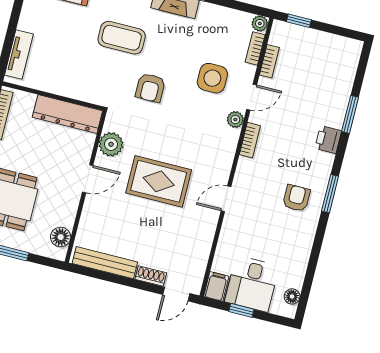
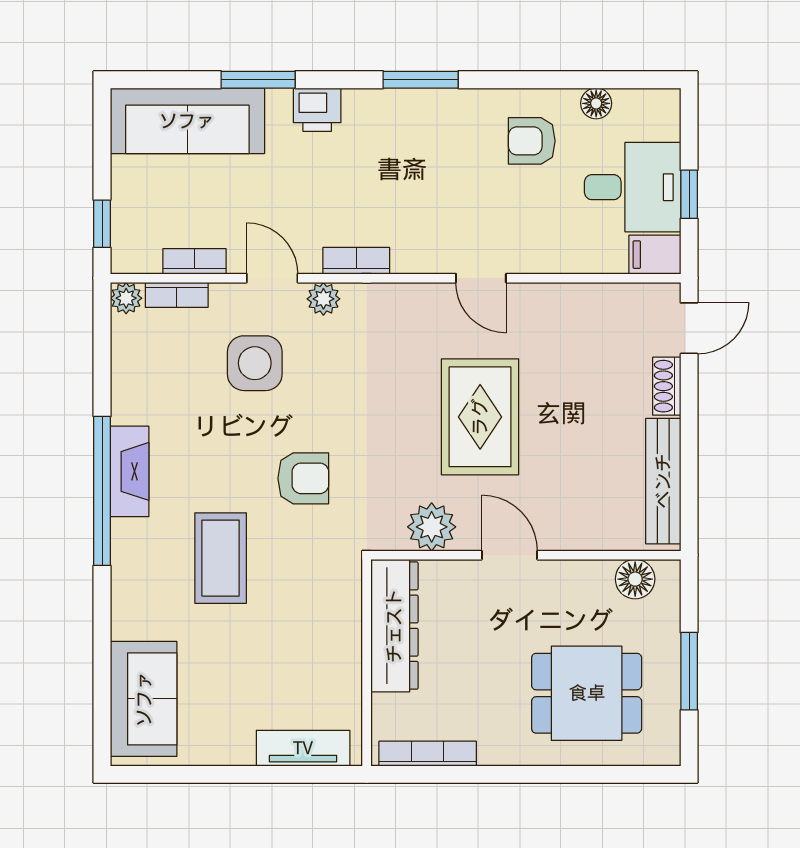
sofa: (339, 75) -> (187, 121), added
armchair: (296, 198) -> (532, 141), moved
door: (176, 294) -> (689, 328), hinge flipped
floor lamp: (292, 296) -> (596, 103), moved

